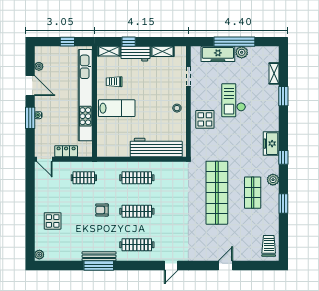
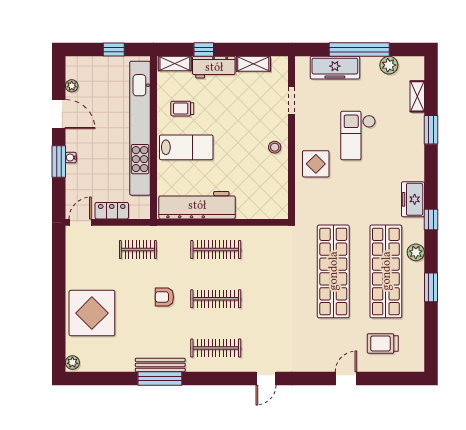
plant: (242, 52) -> (389, 65), moved
workbench: (156, 148) -> (197, 205), moved
door: (45, 159) -> (80, 222), swing flipped
shop shelf: (253, 193) -> (386, 271), width x2.00, depth x1.36
display table: (53, 221) -> (92, 313), width x1.86, depth x1.86
trolley: (269, 246) -> (383, 343), moved, turned -90

